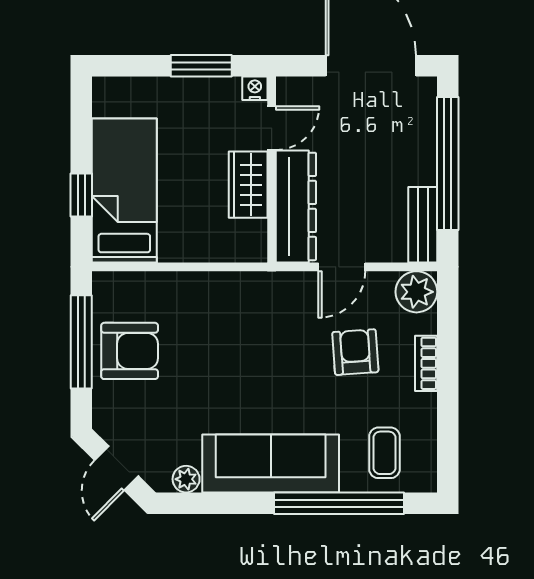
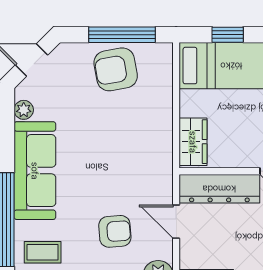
wardrobe: (248, 185) -> (193, 142), moved, turned 90
armchair: (130, 351) -> (116, 69), turned 80

